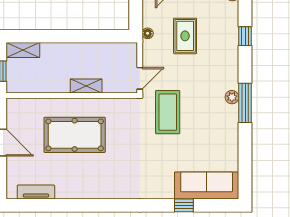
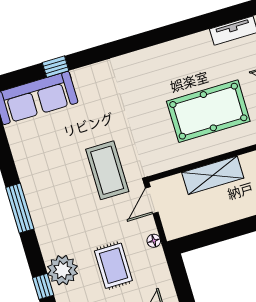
floor lamp: (148, 33) -> (154, 241), moved
shelving: (86, 86) -> (213, 175), width x1.50, depth x1.33
plant: (232, 97) -> (62, 270), moved, width x1.87, depth x1.87

